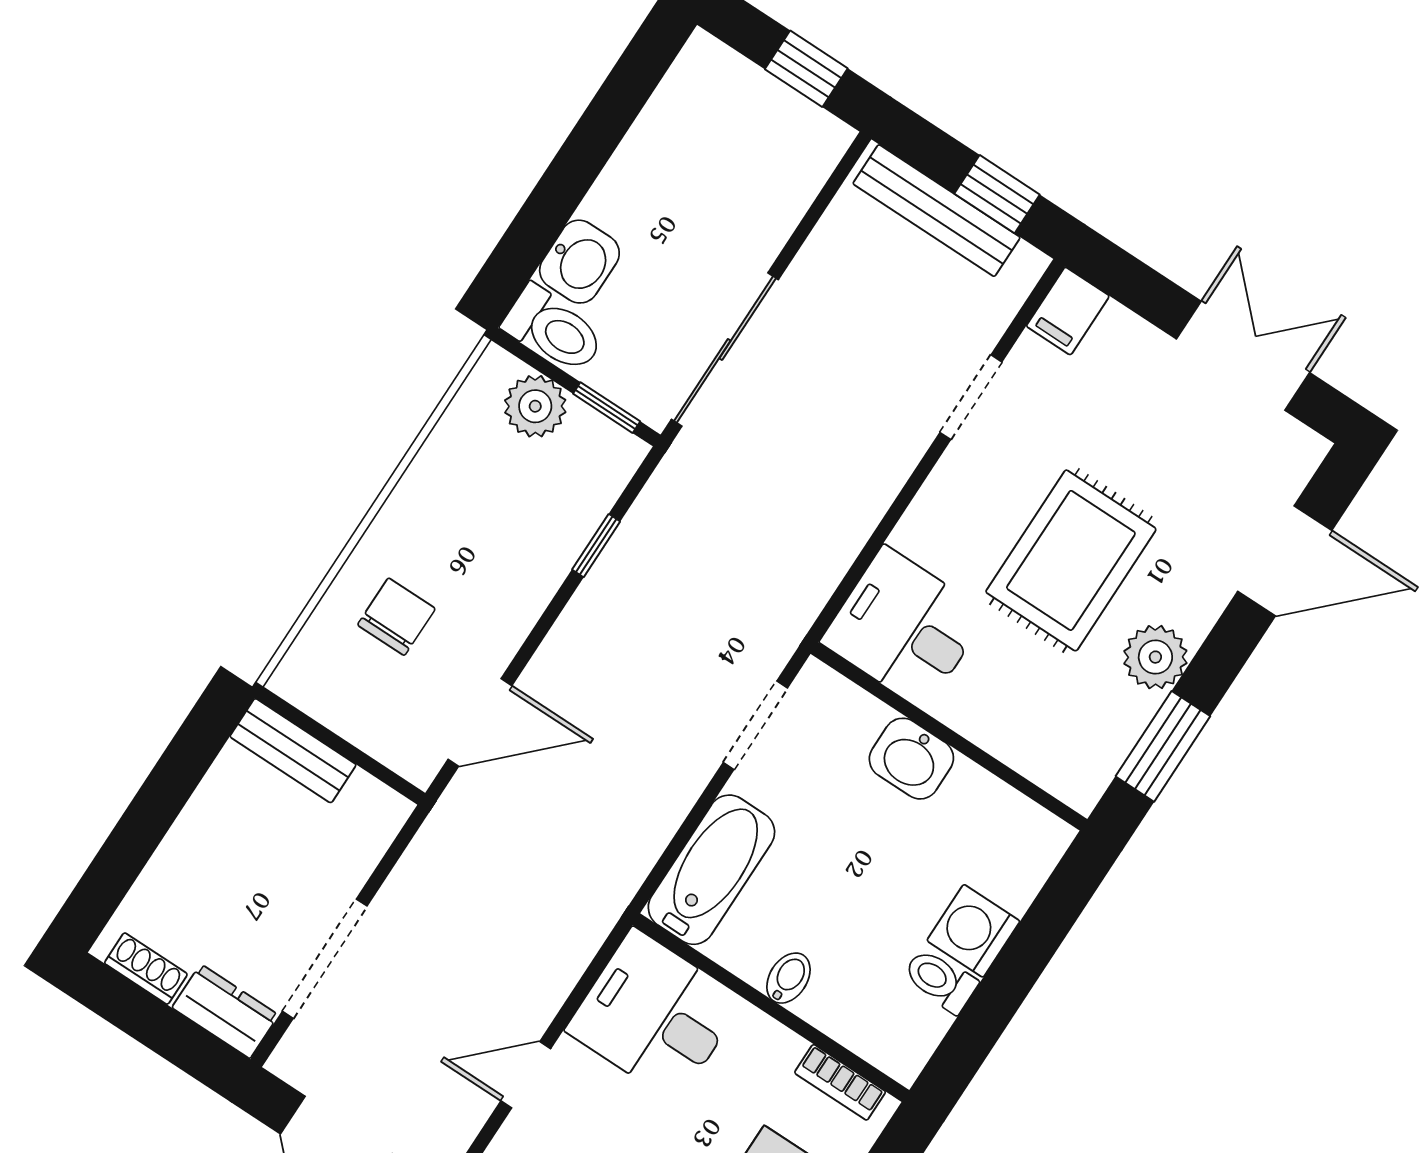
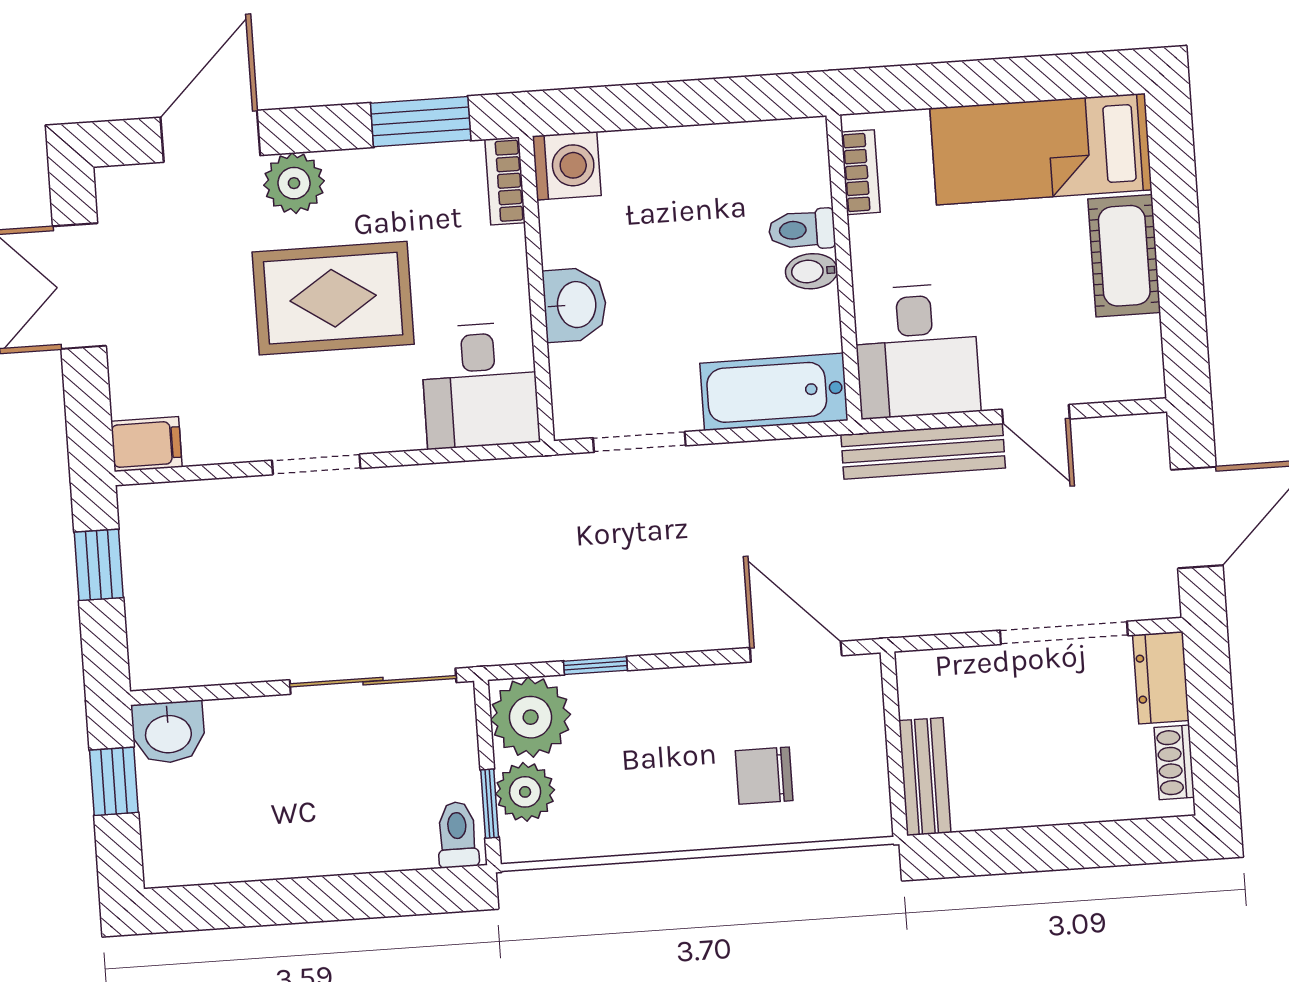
bench: (937, 211) -> (923, 451), moved, turned 90
washbasin: (579, 262) -> (168, 732), moved, turned 180
toilet: (554, 330) -> (457, 835), width x0.73, depth x0.72
doorway: (971, 397) -> (316, 464), moved
window: (607, 408) -> (490, 804), moved
plant: (594, 458) -> (531, 717), added
door: (1285, 561) -> (210, 136), hinge flipped
plant: (1155, 657) -> (294, 183), moved
bookcase: (1059, 779) -> (505, 181), added
washing machine: (973, 931) -> (567, 166), moved, turned -90
toilet: (940, 980) -> (802, 230), moved, turned 90

